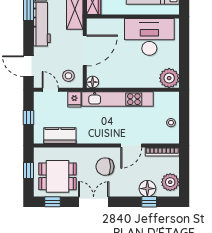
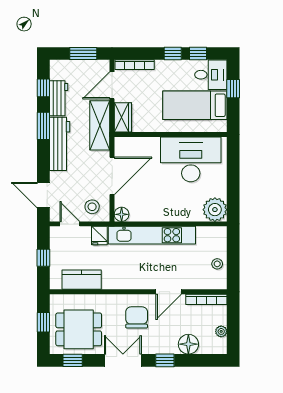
chair: (105, 167) -> (137, 317), turned 90
plant: (170, 182) -> (221, 331), width x0.53, depth x0.53
window: (149, 202) -> (165, 360), moved

